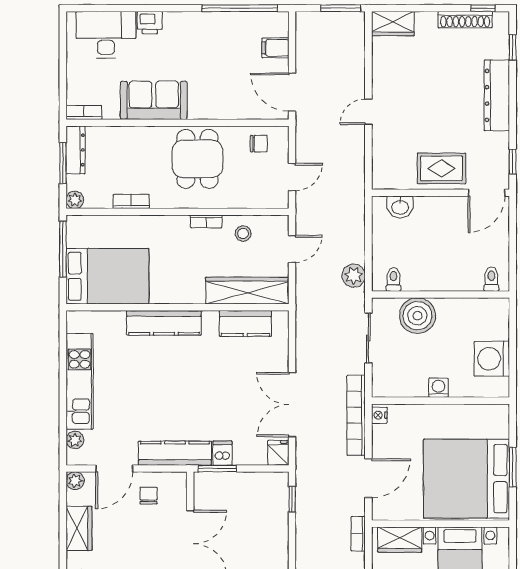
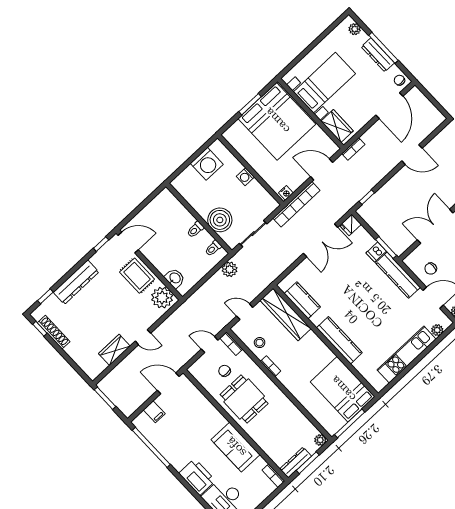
printer: (150, 23) -> (197, 477), width x1.87, depth x1.48
wardrobe: (393, 24) -> (114, 350), moved, turned -90
door: (292, 92) -> (168, 383), swing flipped
chair: (259, 144) -> (225, 371), moved
dining table: (197, 159) -> (244, 399), turned 90
plant: (392, 173) -> (162, 298), added
bookcase: (131, 201) -> (231, 344), moved
toilet: (491, 279) -> (195, 230), moved

